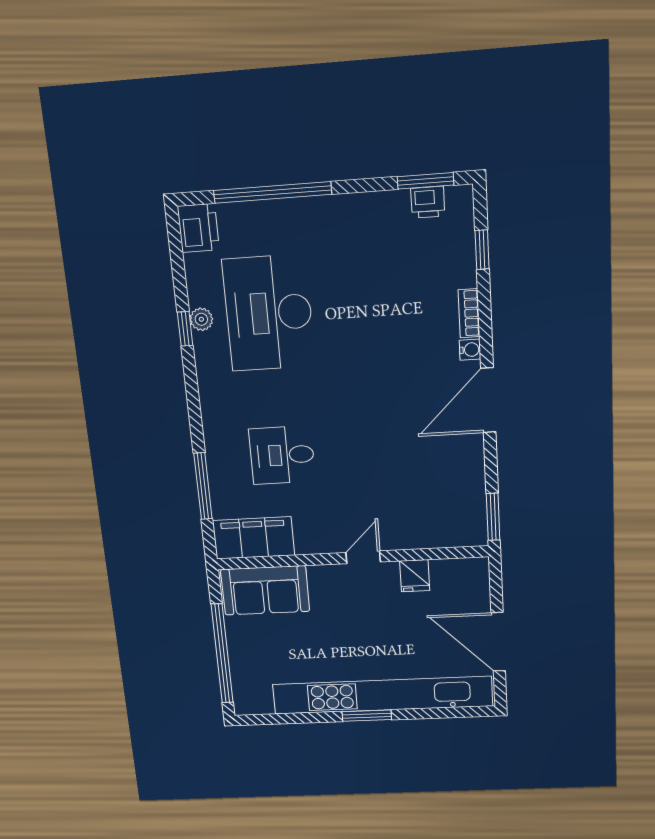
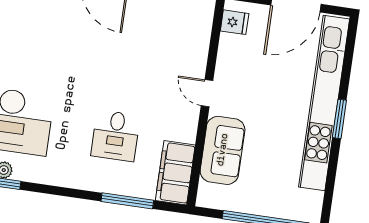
fridge: (415, 576) -> (235, 22), moved
sofa: (265, 590) -> (223, 150), moved

